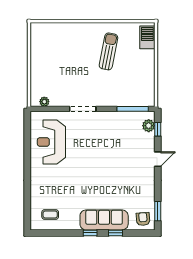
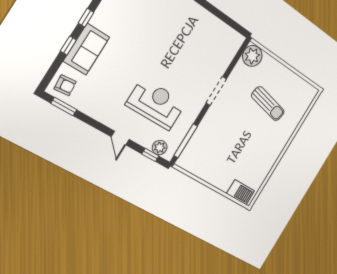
sun lounger: (108, 51) -> (268, 104), moved
plant: (44, 102) -> (252, 56), width x1.87, depth x1.87
reception desk: (51, 142) -> (156, 104), moved
sofa: (104, 220) -> (87, 49), width x0.73

